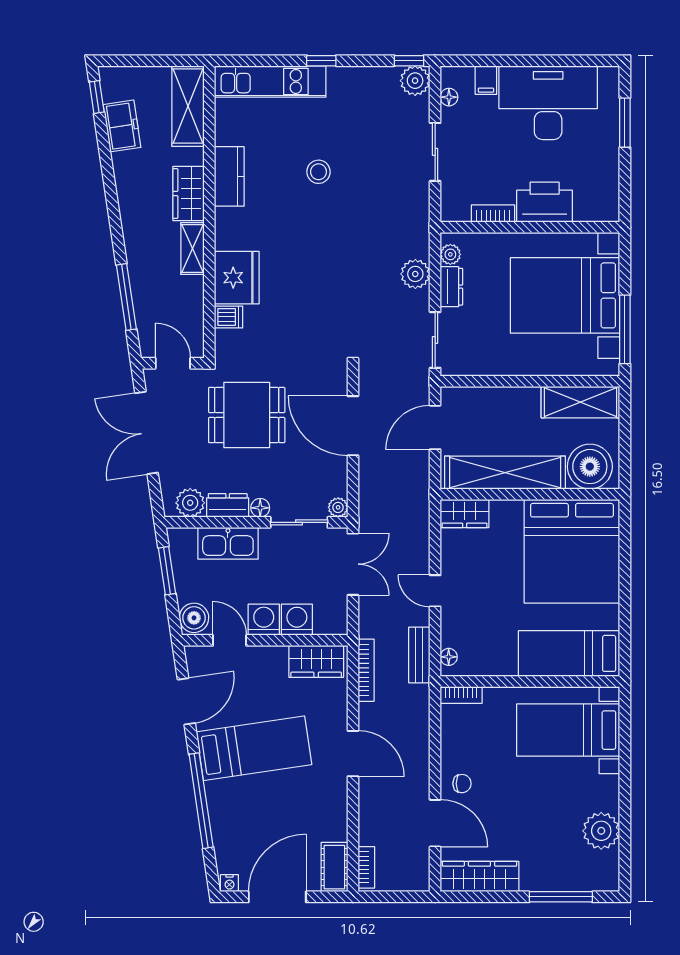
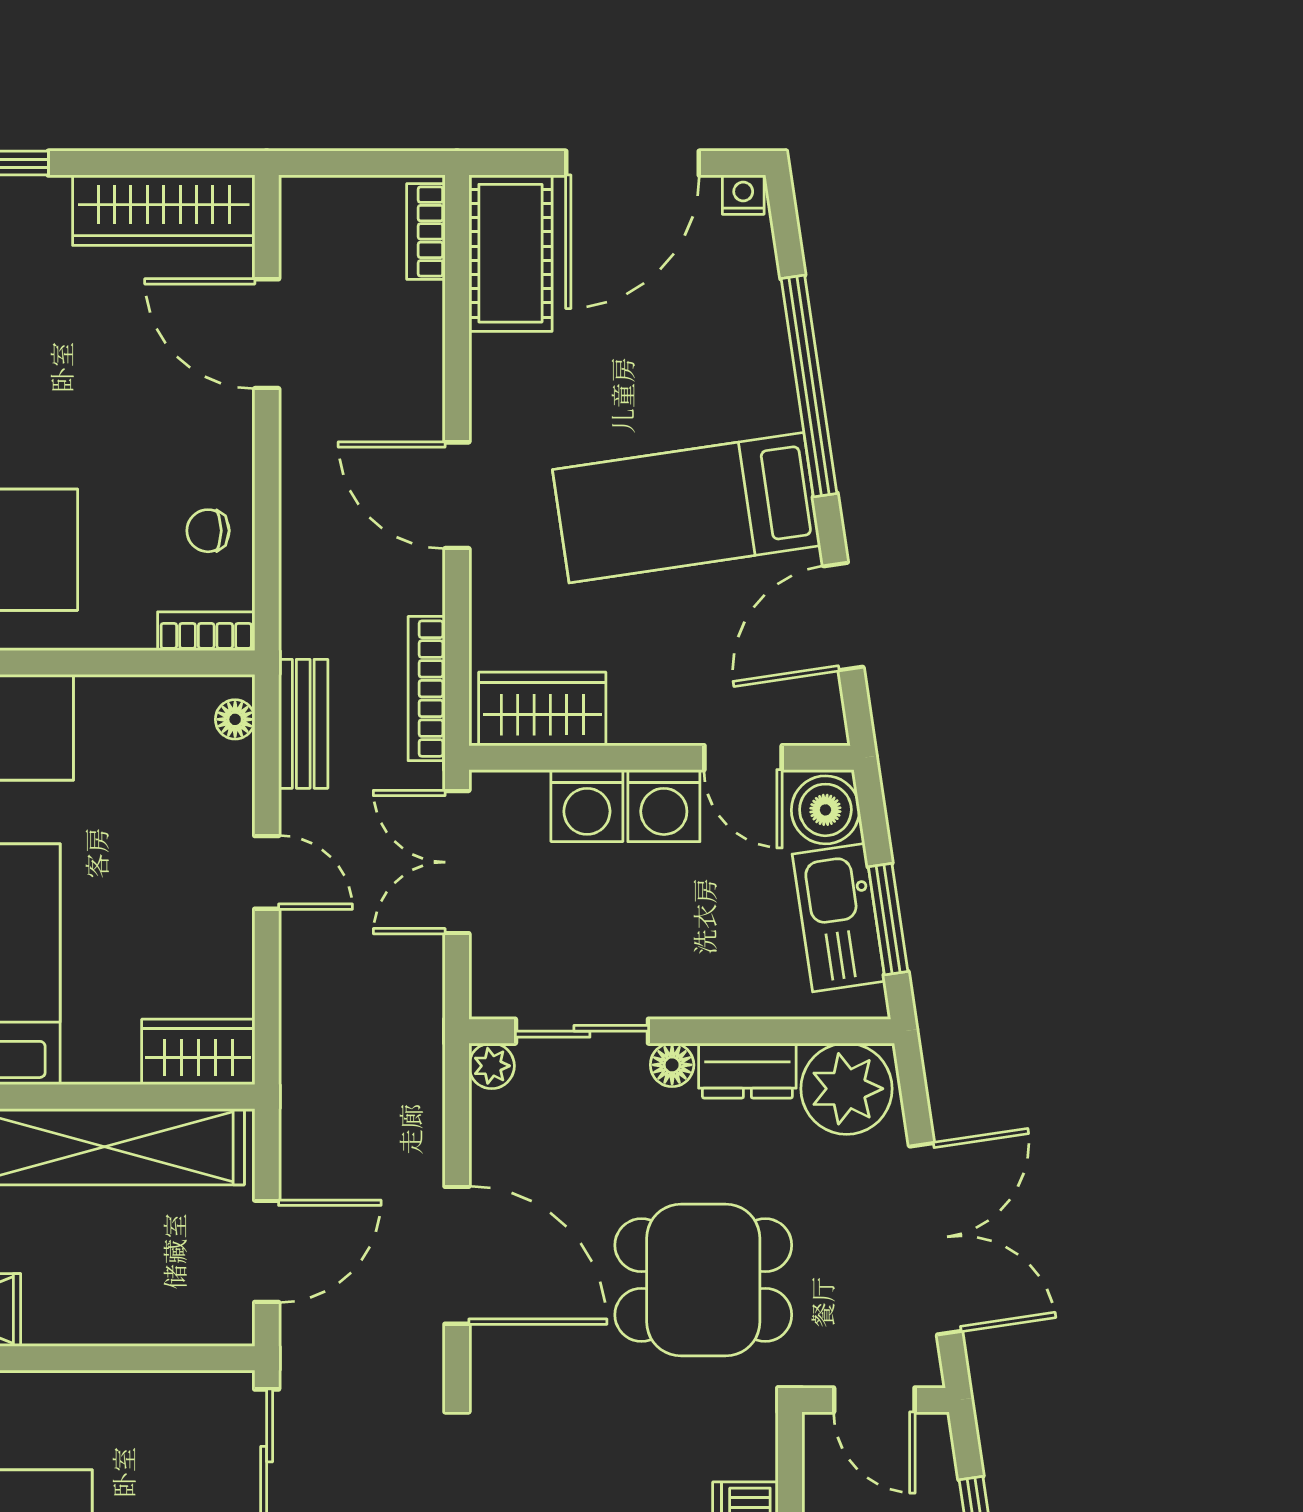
plant: (190, 503) -> (847, 1089), width x1.36, depth x1.36
kitchen sink: (228, 543) -> (839, 918), moved, turned -98
double door: (353, 564) -> (457, 862), moved
chair: (462, 784) -> (208, 531), moved
cot: (334, 867) -> (510, 253), width x1.37, depth x1.34

